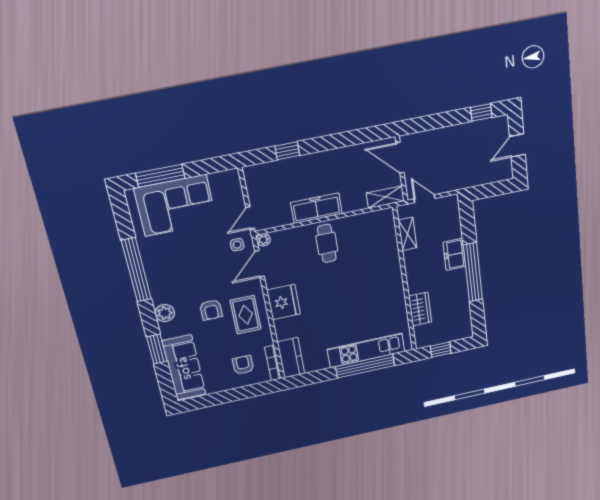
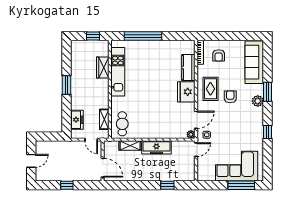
window: (481, 112) -> (67, 185), moved
shelving: (385, 197) -> (130, 146), moved
cafe table: (327, 243) -> (122, 124), moved
freezer: (454, 254) -> (77, 120), moved
window: (136, 270) -> (268, 132), width x0.32
window: (473, 272) -> (66, 85), width x0.47
window: (157, 349) -> (268, 92), moved
kitchen unit: (366, 350) -> (118, 72), moved, turned -90
kitchen counter: (291, 358) -> (188, 68), moved

